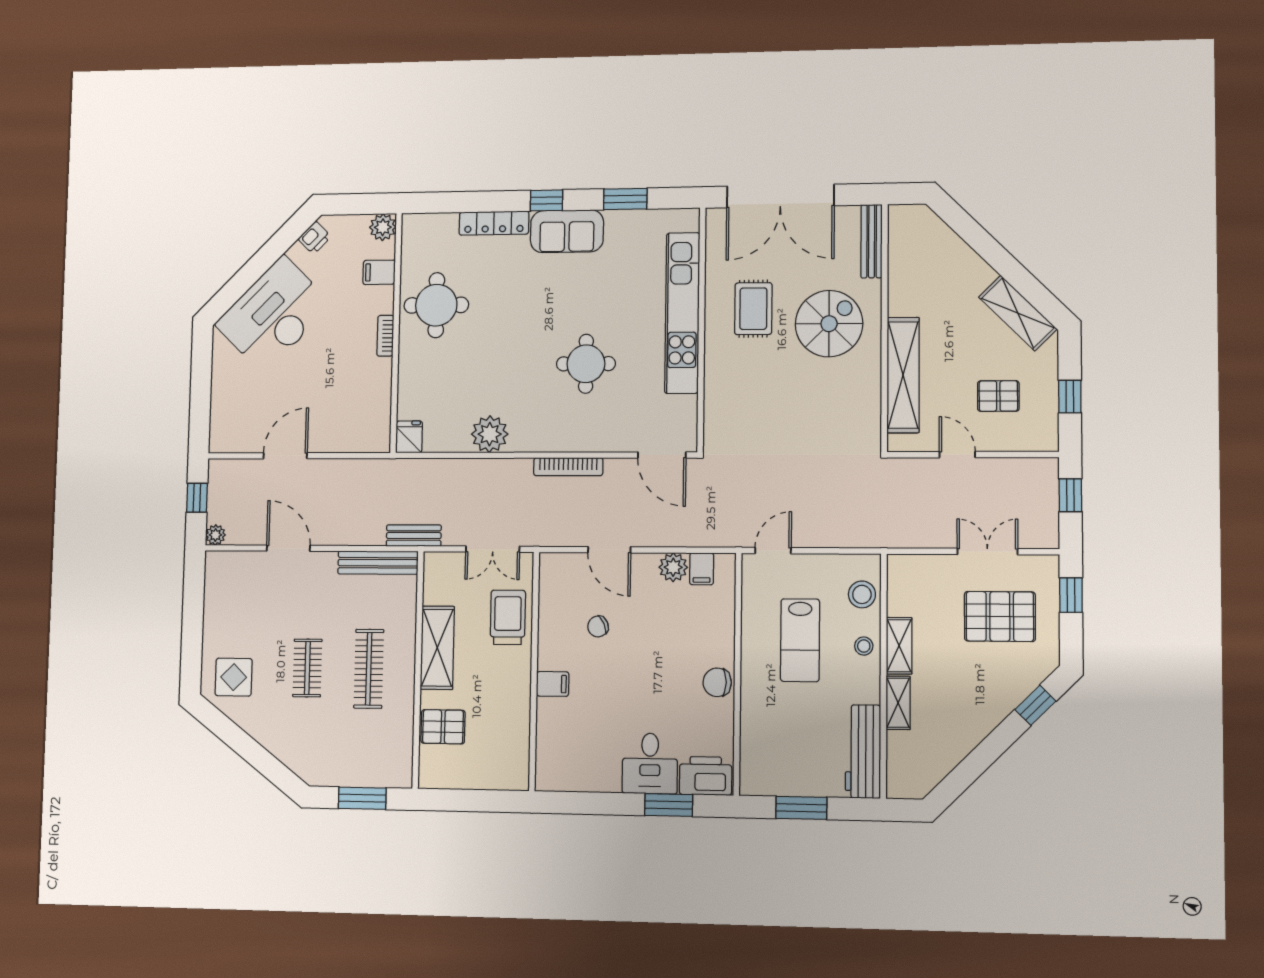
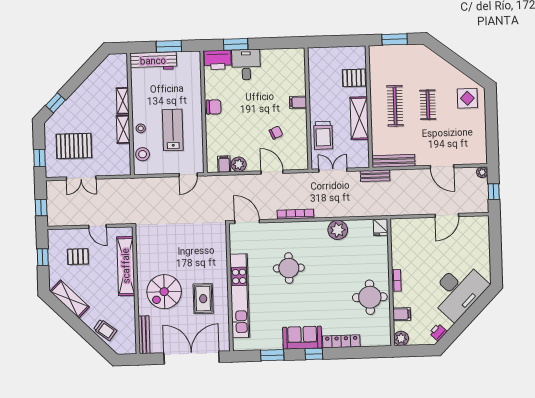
trolley: (948, 252) -> (105, 330), added
workbench: (863, 751) -> (153, 61), moved, turned 90

